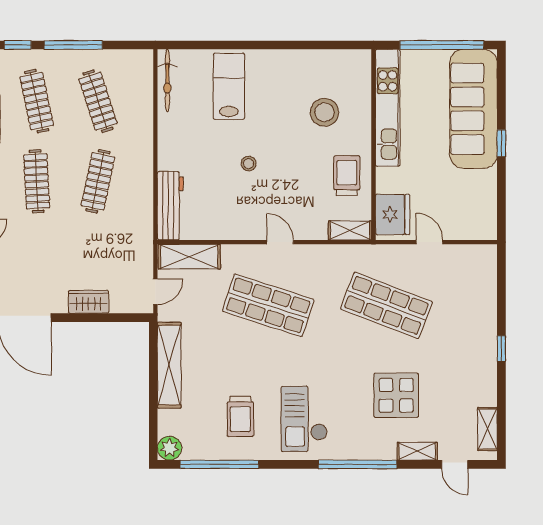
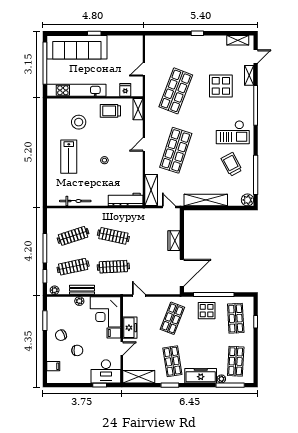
bicycle: (167, 80) -> (75, 201), moved
lab bench: (229, 86) -> (69, 157), moved, turned -90
fridge: (393, 214) -> (125, 90), width x0.53, depth x0.75
trolley: (240, 416) -> (231, 164), turned -118

